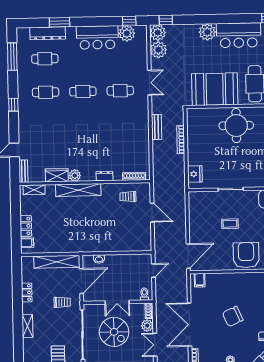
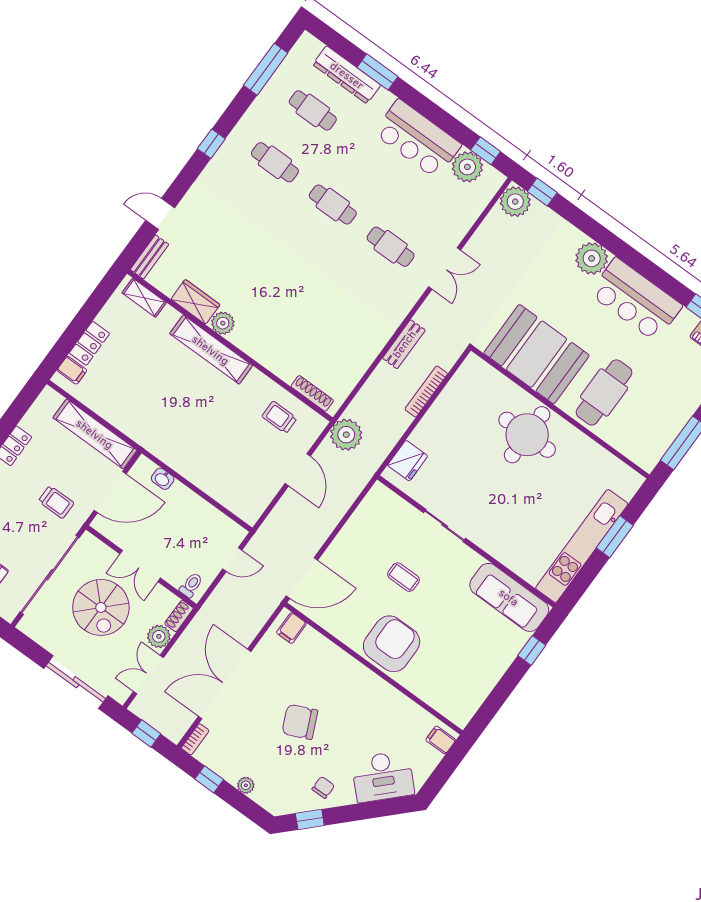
plant: (158, 50) -> (346, 435), moved
dresser: (105, 176) -> (267, 359), removed

